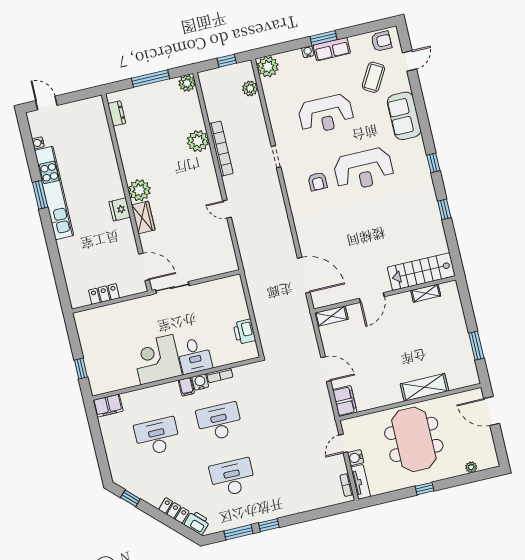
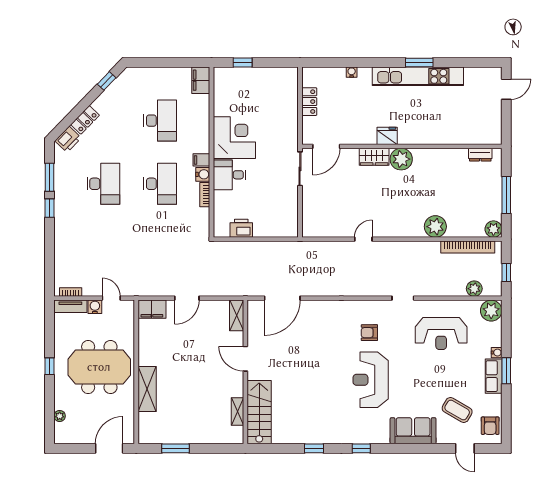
reception desk: (326, 114) -> (441, 333), moved, turned -90
water cooler: (38, 143) -> (352, 72), moved
bookcase: (221, 149) -> (468, 247), moved

